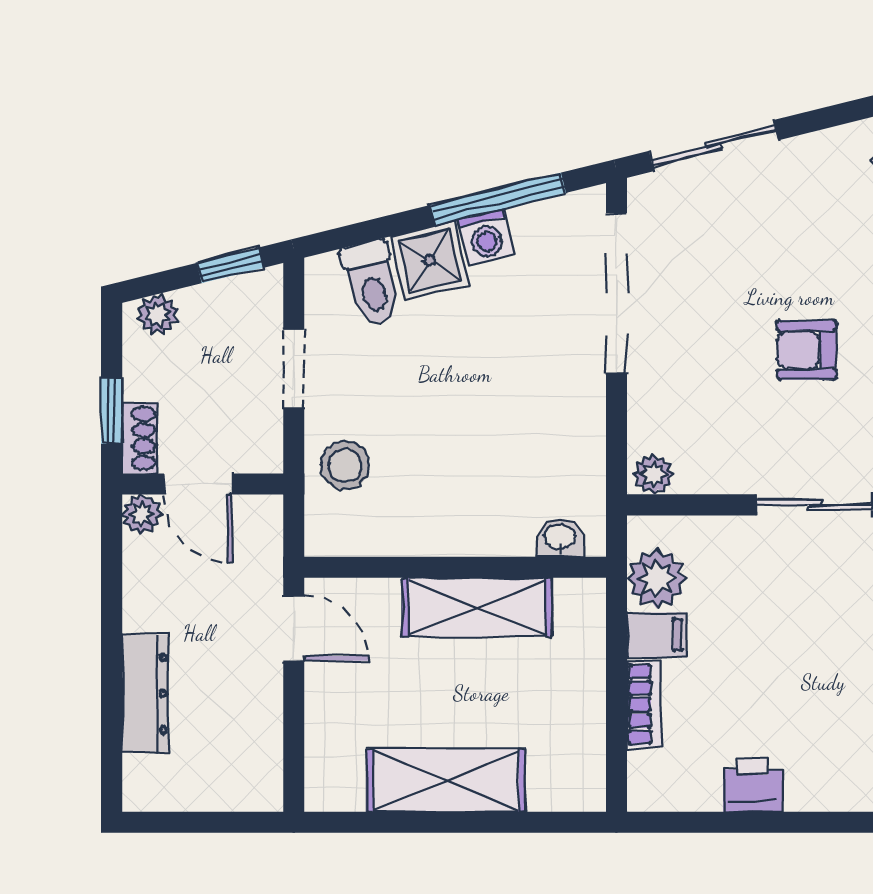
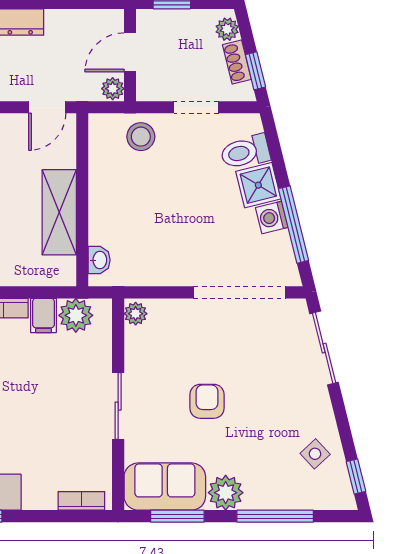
shoe rack: (139, 438) -> (237, 62), moved, turned 76
plant: (142, 514) -> (113, 89), moved

